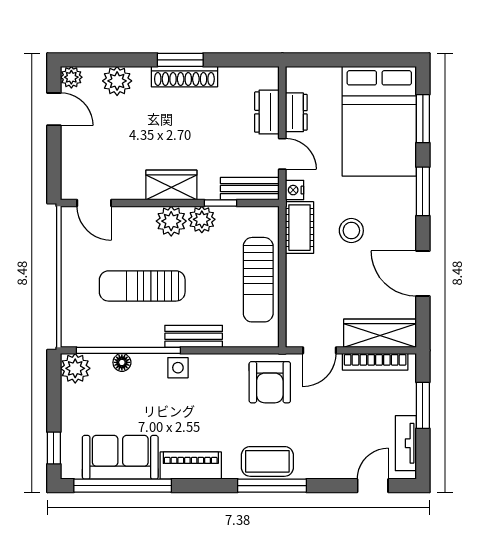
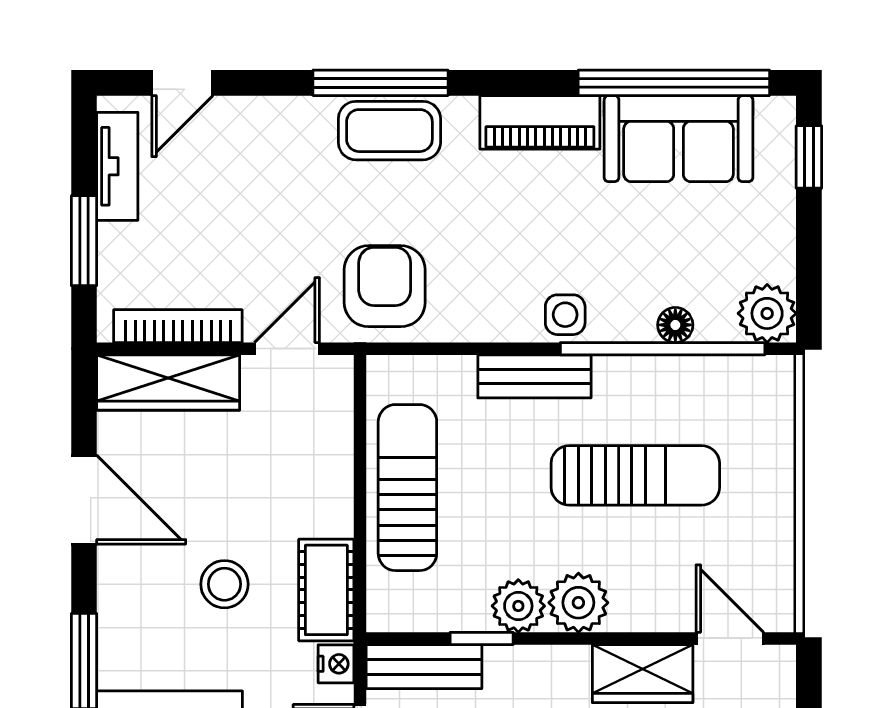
wardrobe: (171, 185) -> (643, 674), moved

